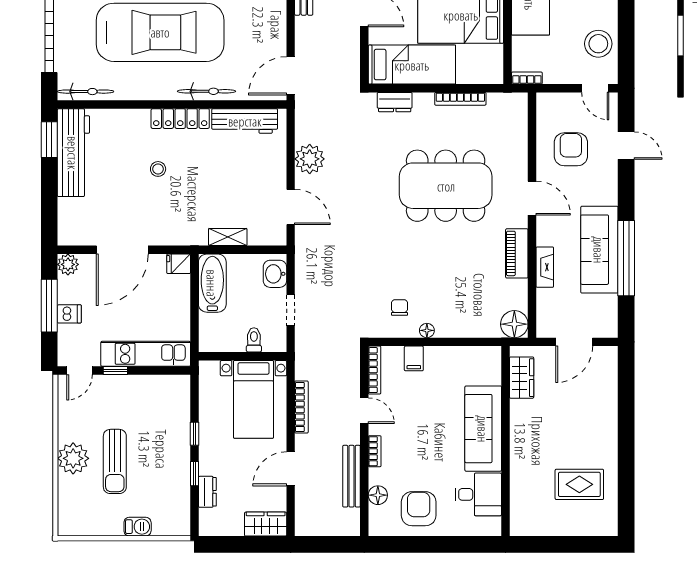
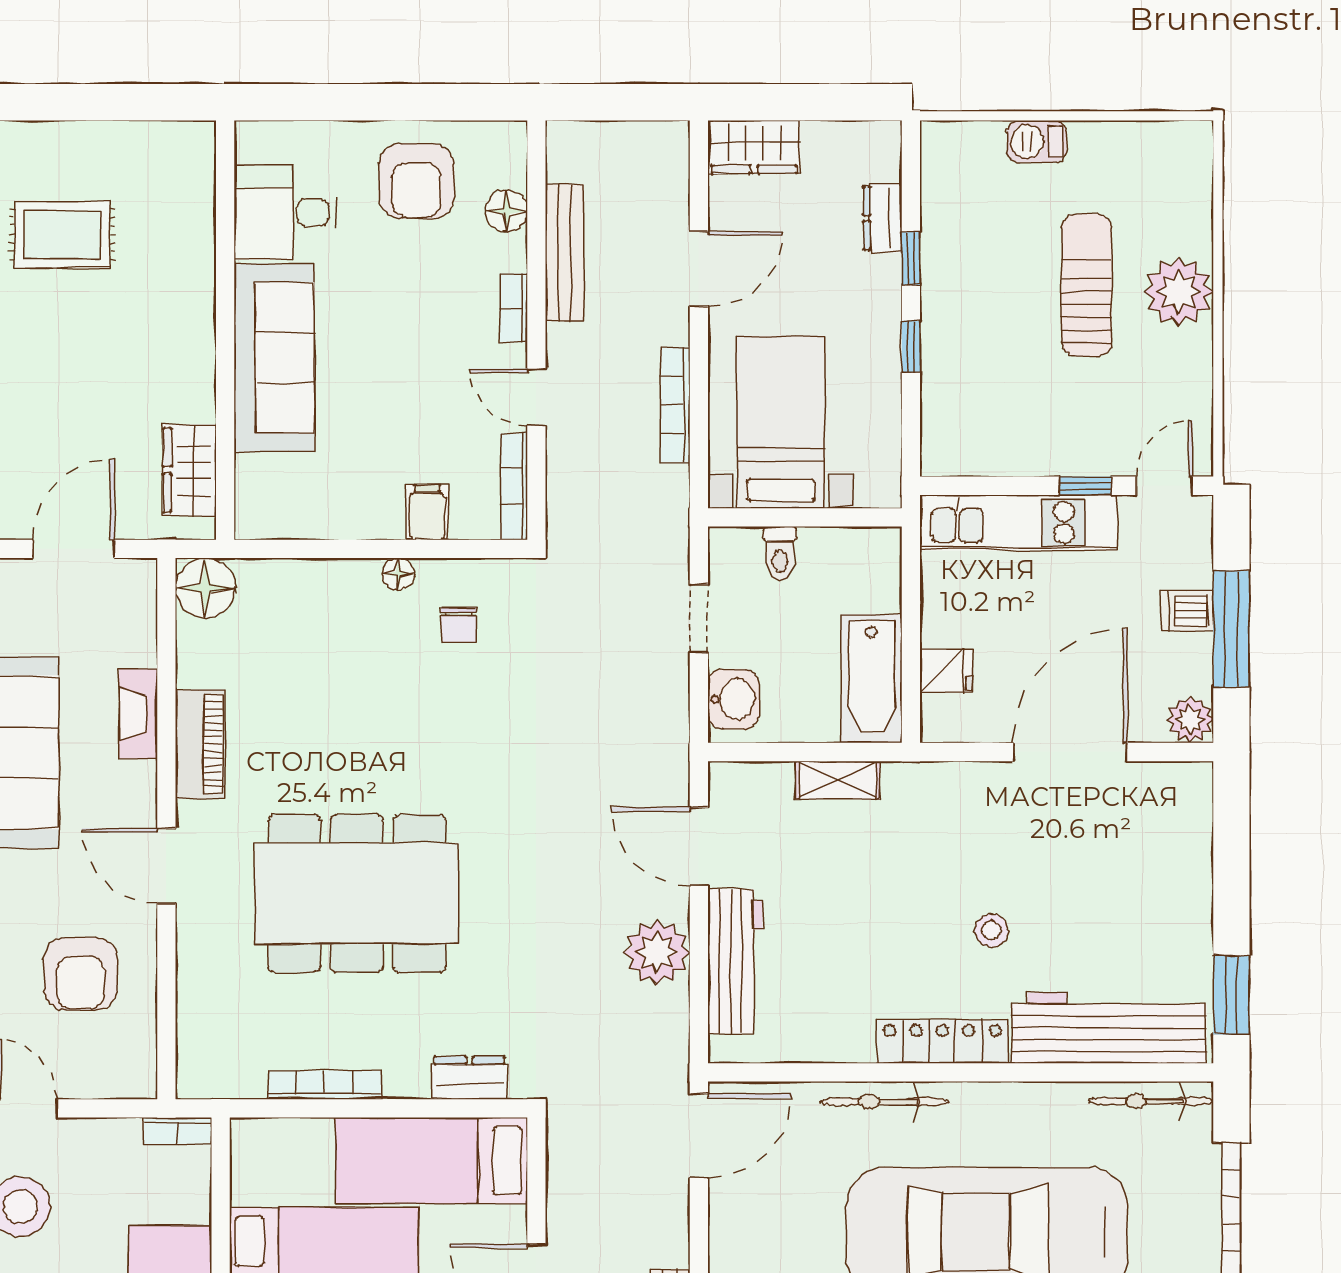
workbench: (245, 121) -> (735, 961), moved, turned 90
workbench: (73, 153) -> (1109, 1028), moved, turned 90
fridge: (179, 264) -> (946, 671), moved

